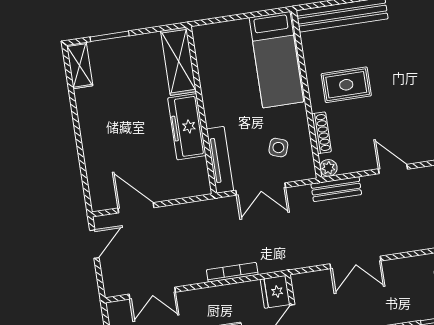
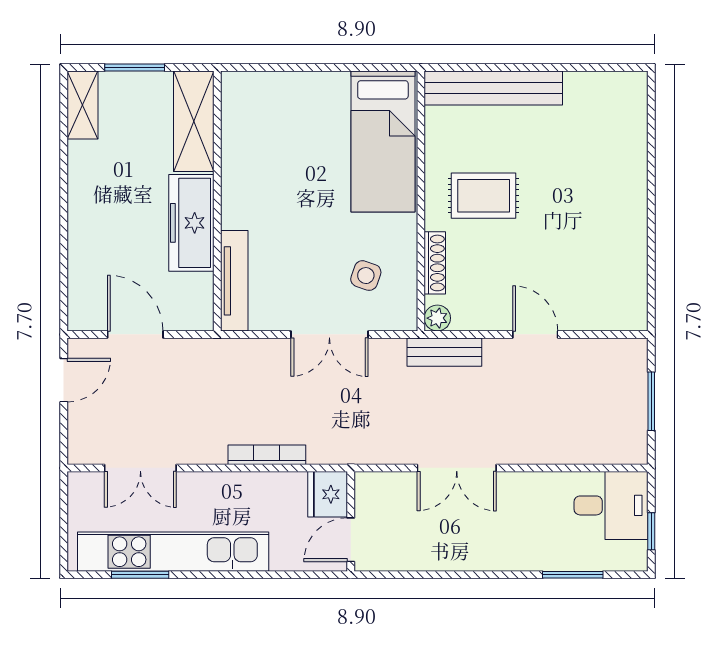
shelving: (179, 61) -> (194, 121), moved
wall: (201, 110) -> (217, 201), moved
freezer: (187, 127) -> (191, 223), moved
tv unit: (220, 160) -> (234, 281), moved

